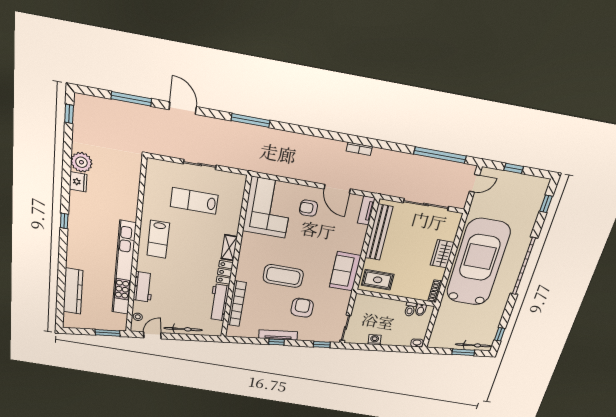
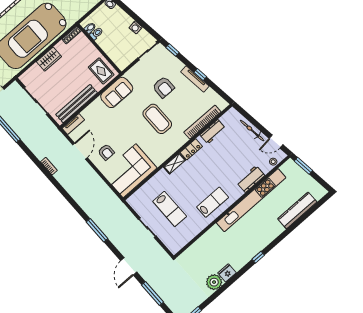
workbench: (219, 302) -> (213, 132), width x0.73
armchair: (302, 308) -> (163, 87), turned -90

